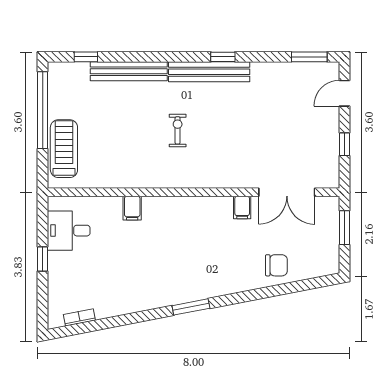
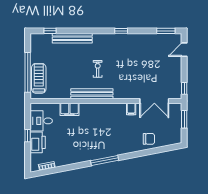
bench: (209, 72) -> (92, 94), moved
window: (43, 110) -> (28, 72), moved
window: (344, 144) -> (184, 88), moved
filing cabinet: (132, 208) -> (69, 109), width x2.00
printer: (62, 272) -> (38, 142), added
window: (191, 307) -> (105, 160), width x1.44

